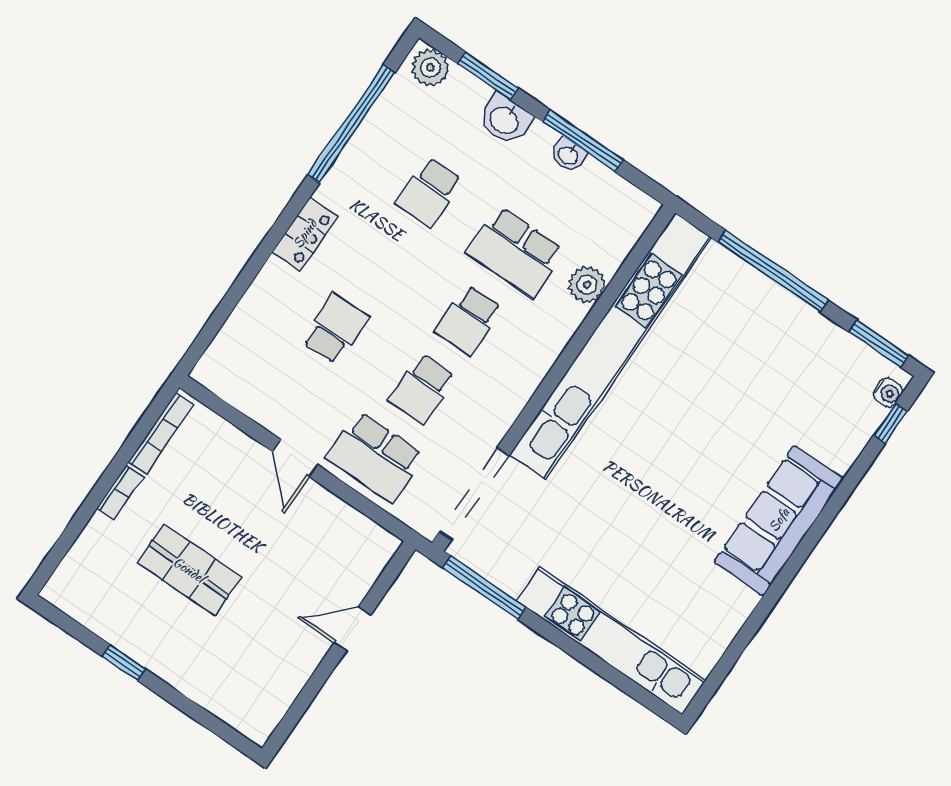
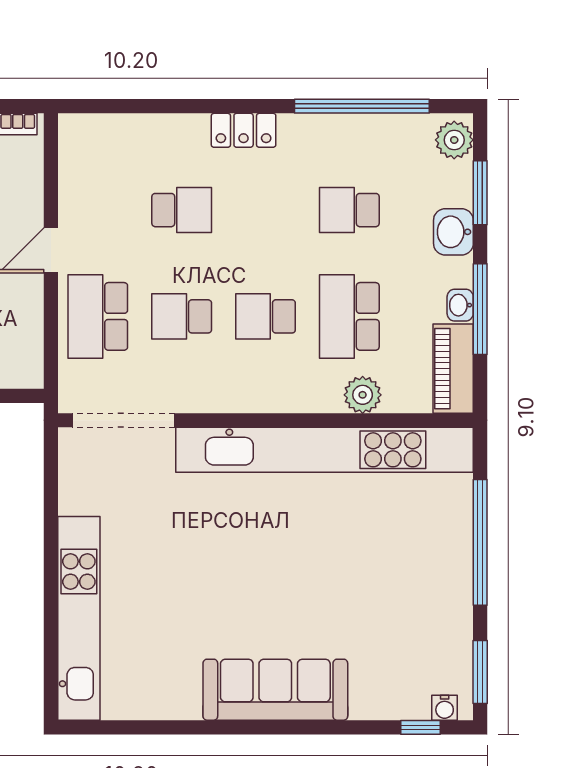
piano: (616, 196) -> (453, 369), added
window: (484, 588) -> (51, 482), removed

